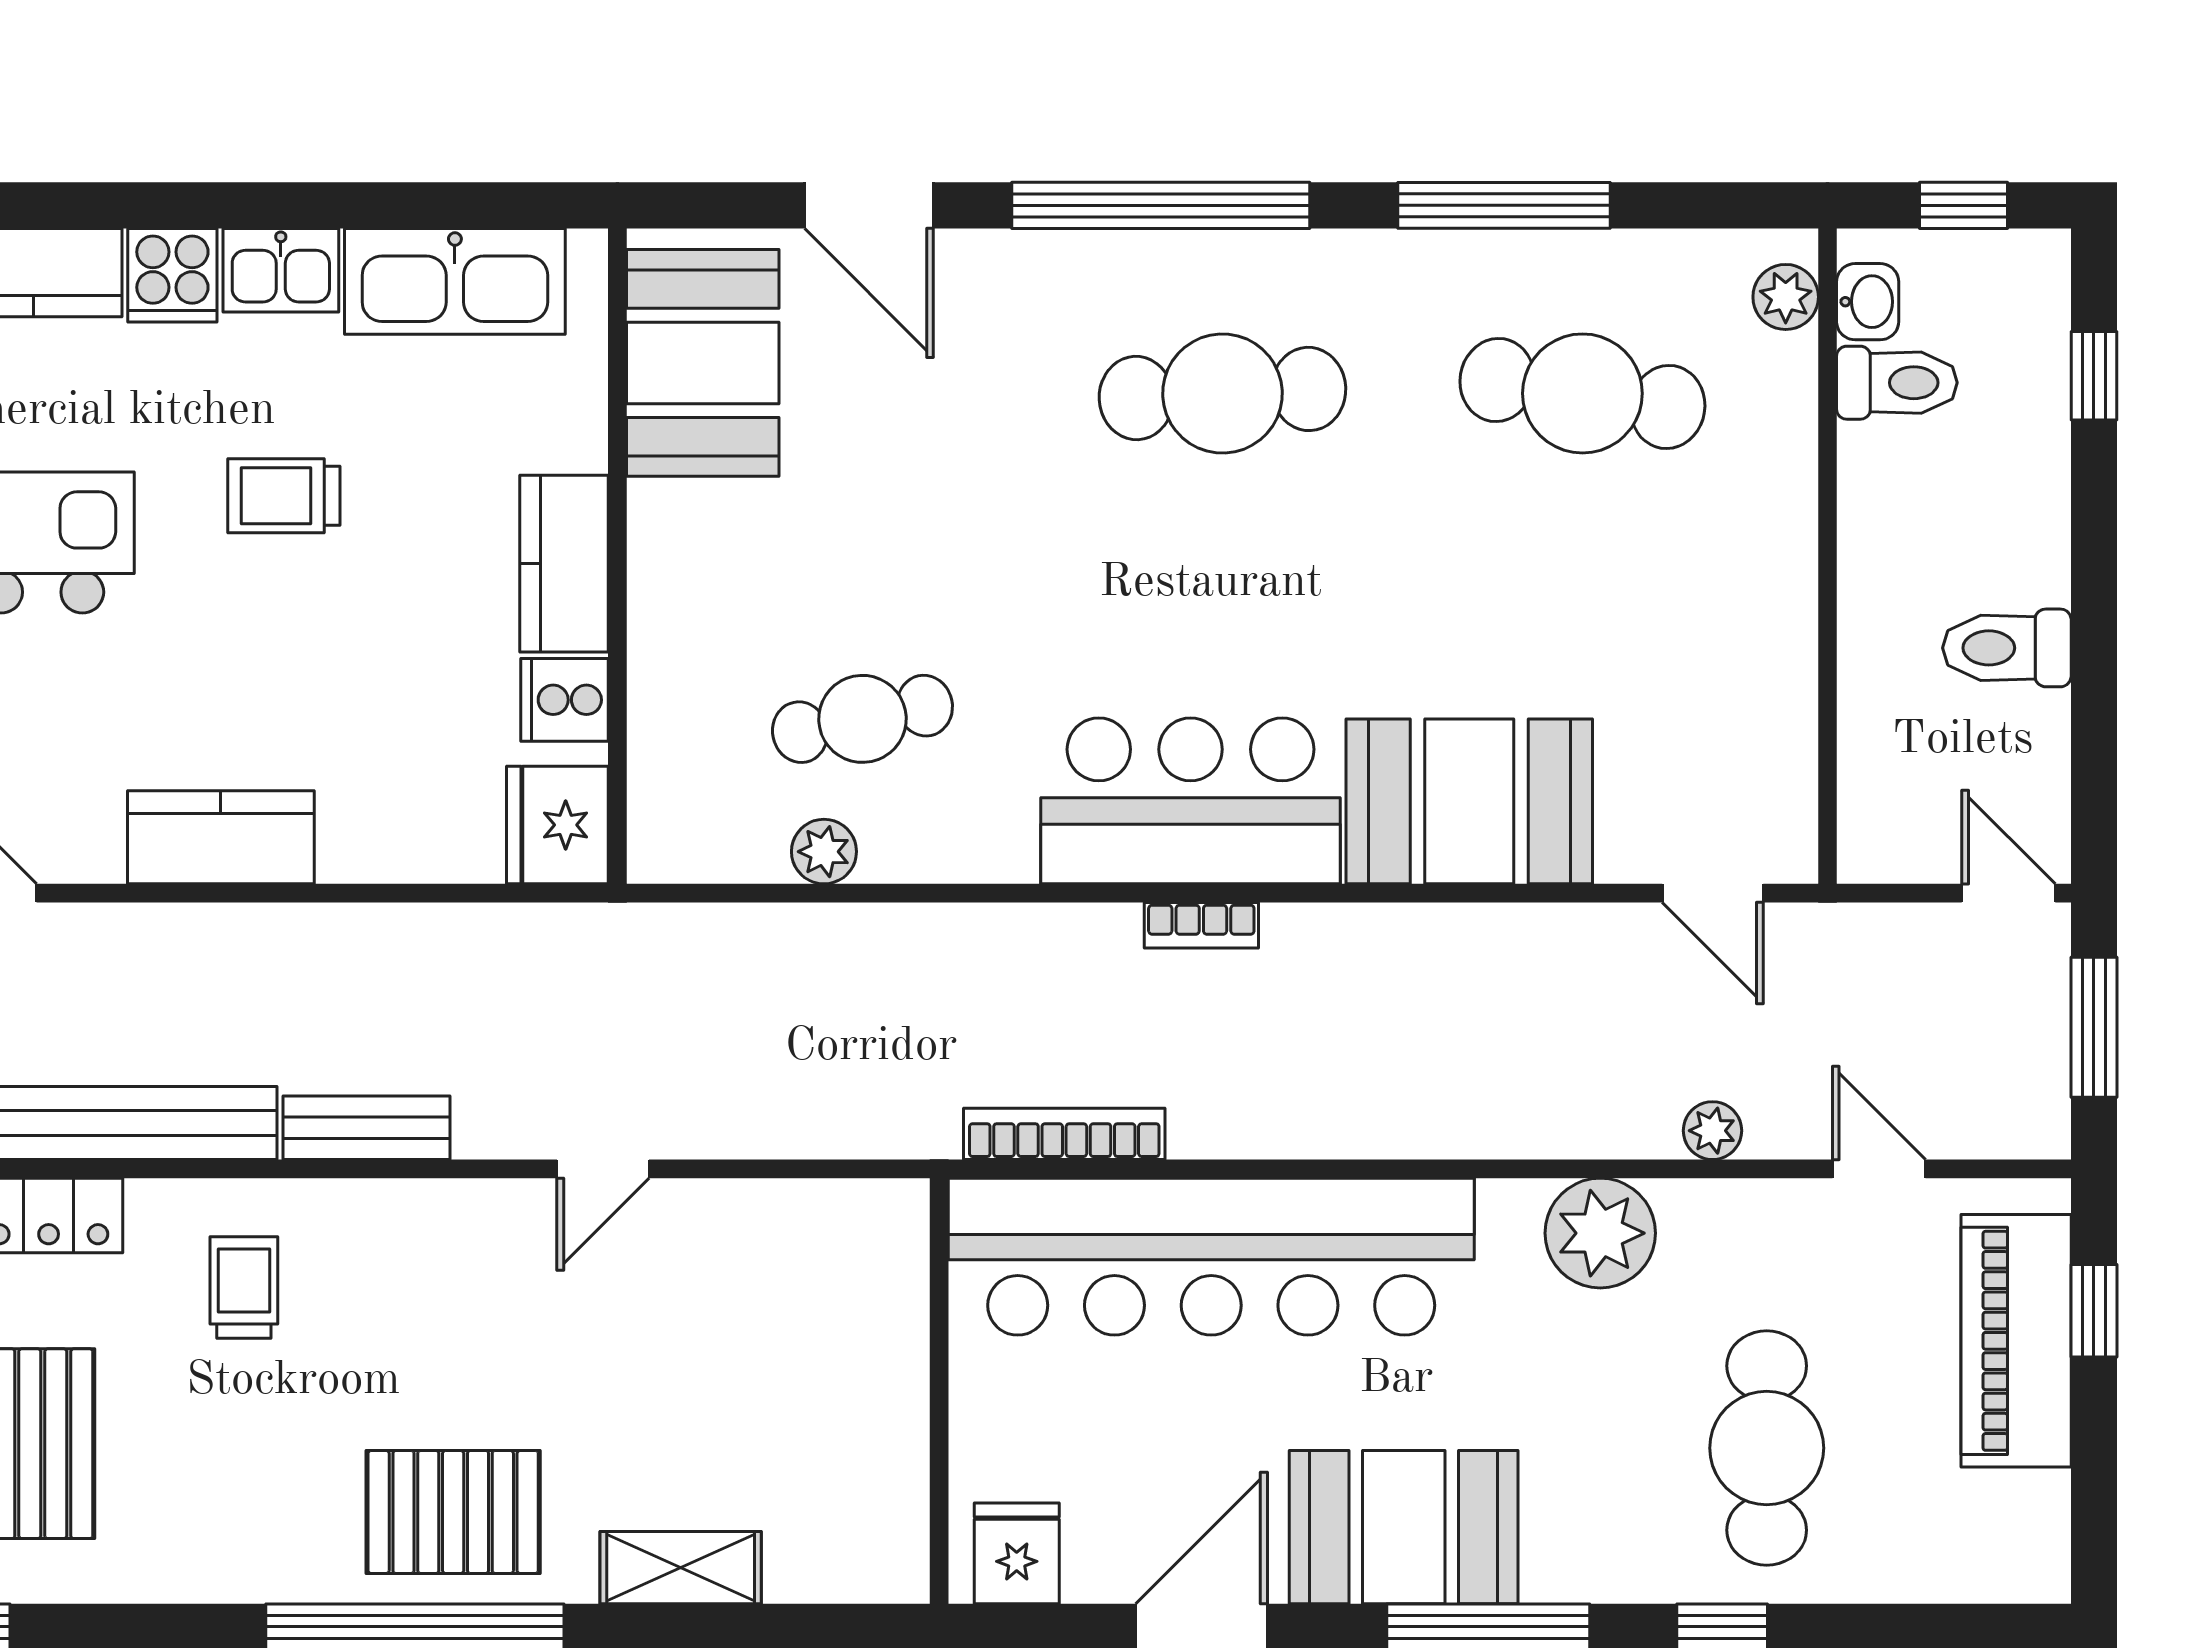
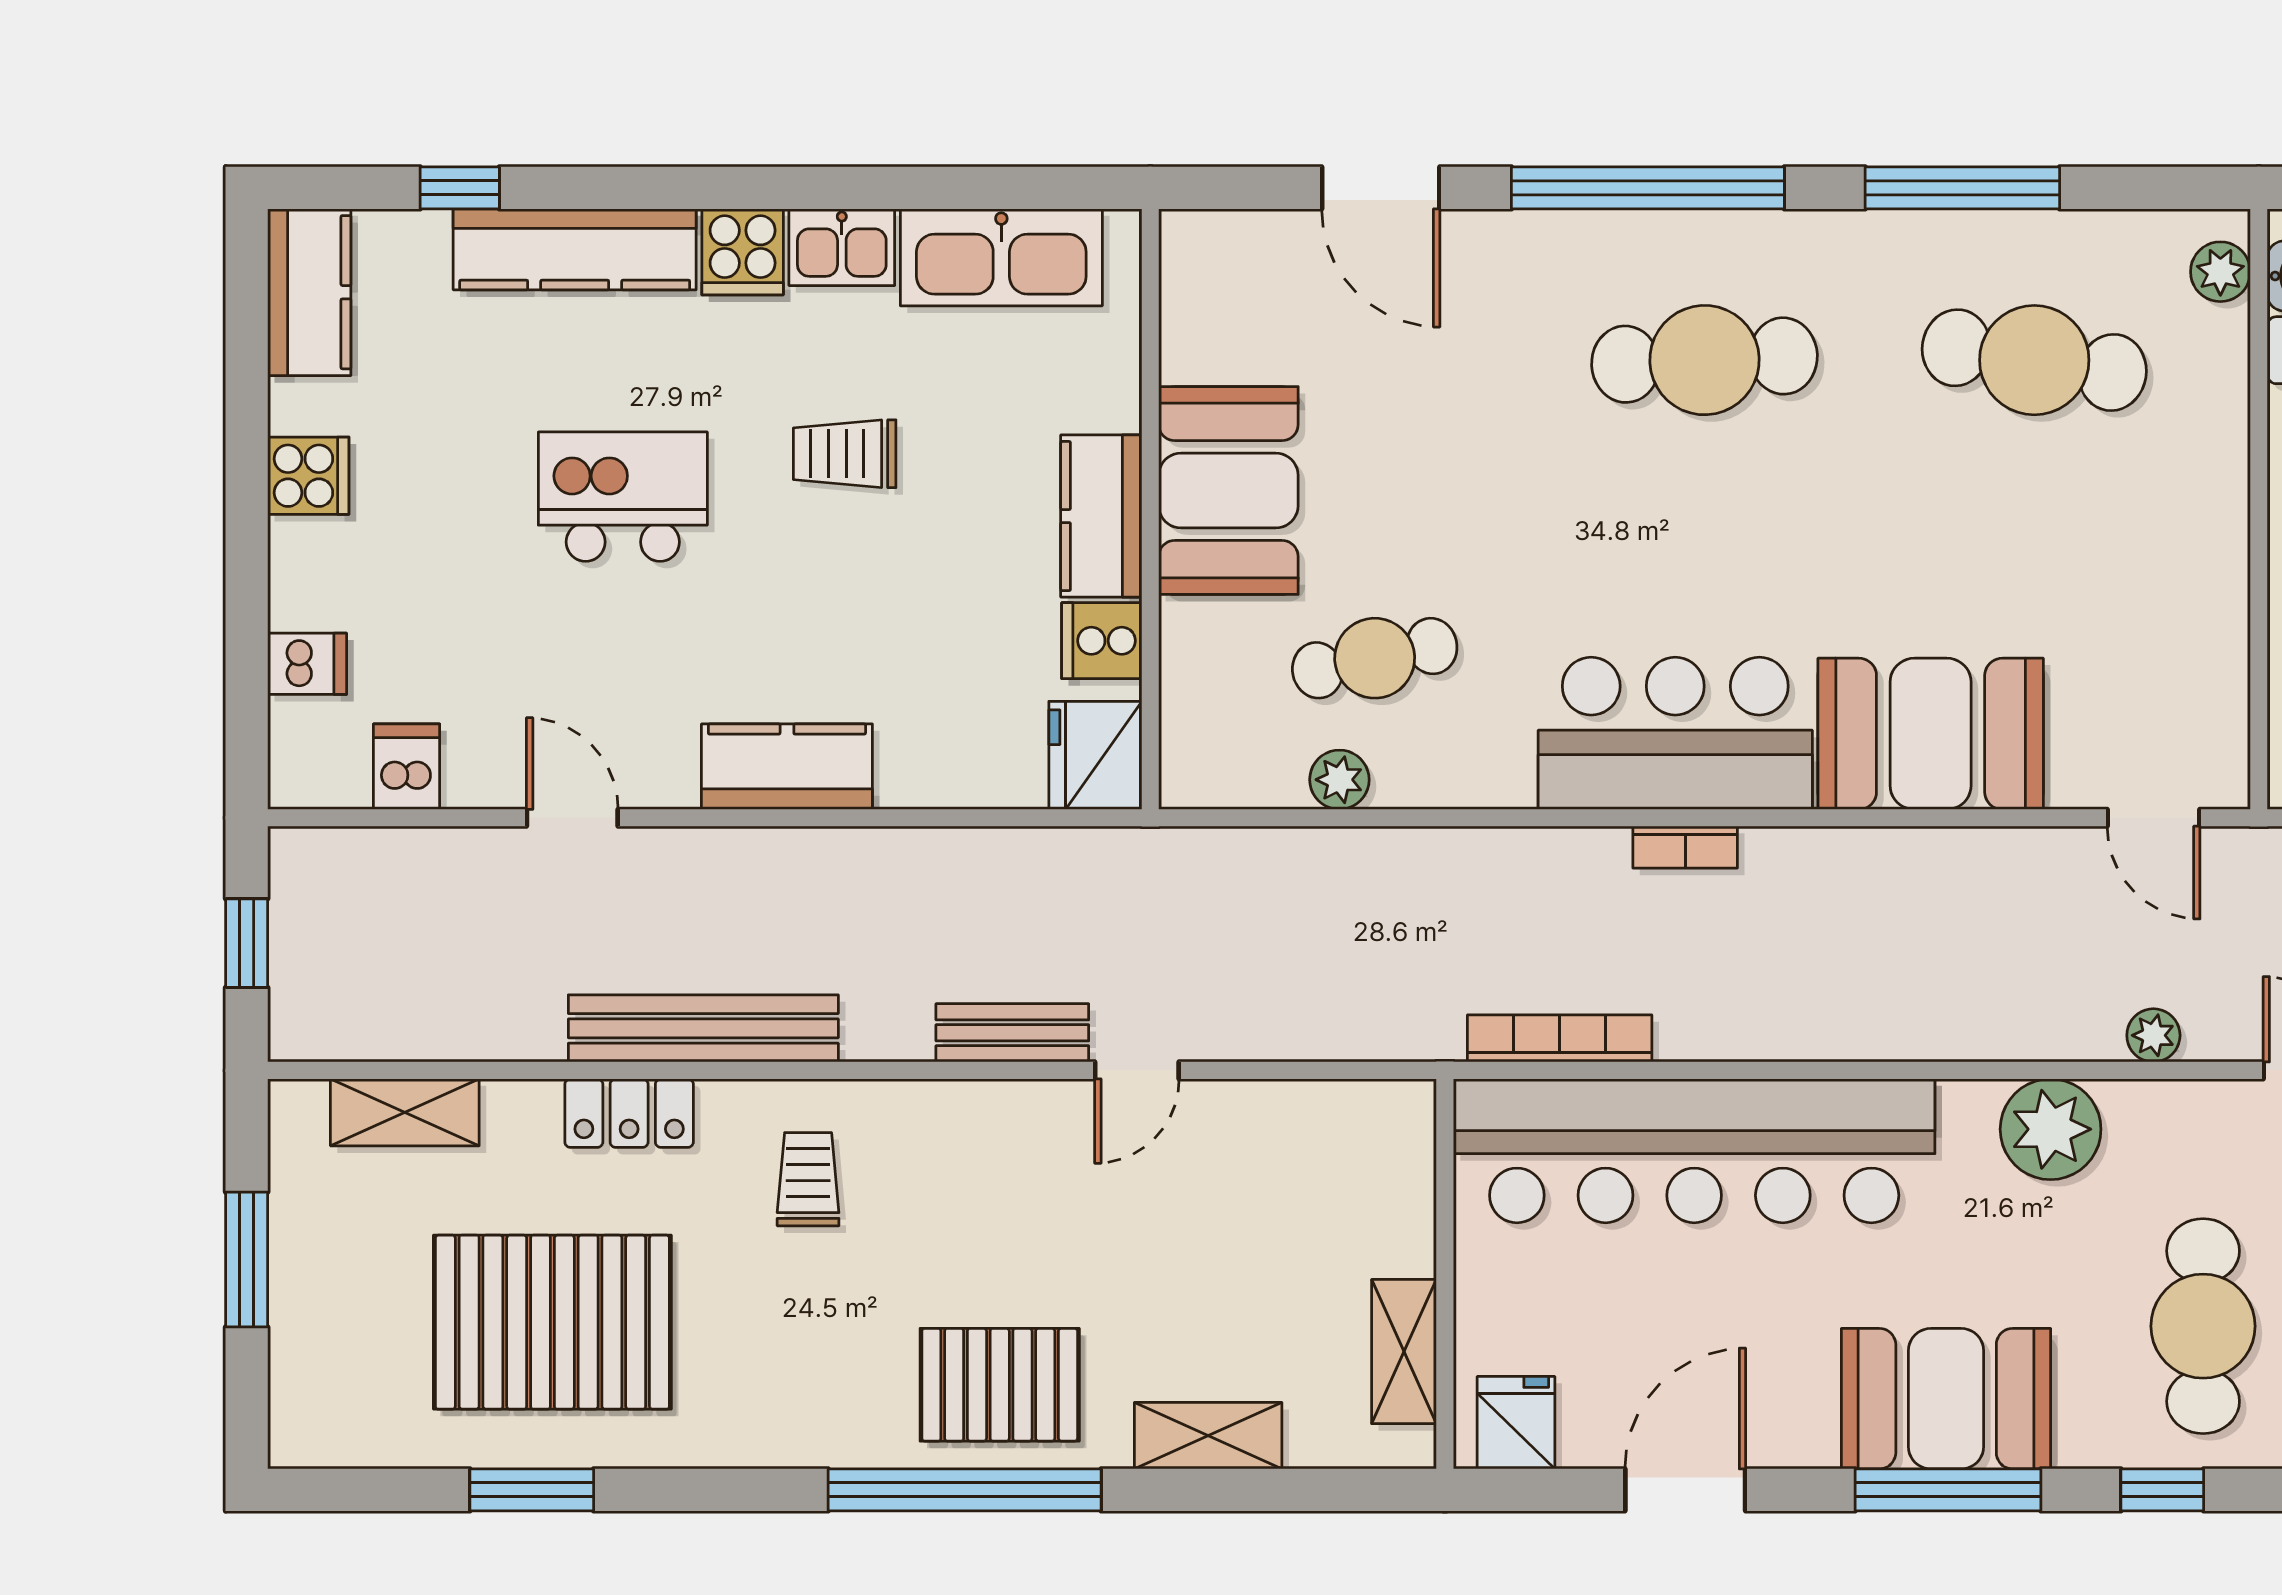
booth: (703, 363) -> (1228, 491), moved
bench: (366, 1128) -> (1012, 1033), moved
shelving: (894, 1476) -> (1404, 1352), added
booth: (1404, 1527) -> (1946, 1399), moved

